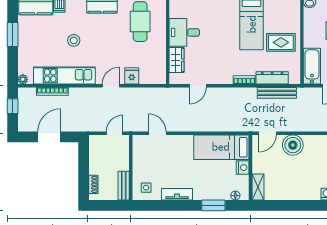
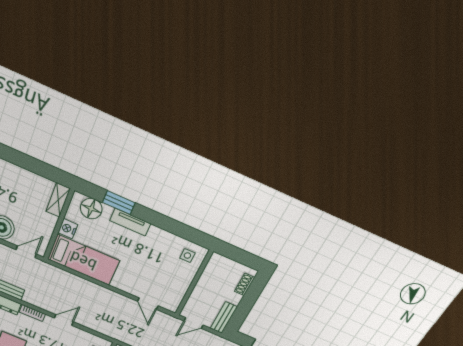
door: (198, 86) -> (64, 320), moved
bench: (124, 186) -> (224, 318), moved
tv unit: (177, 194) -> (130, 222), moved
floor lamp: (235, 196) -> (91, 209), width x1.89, depth x1.89

